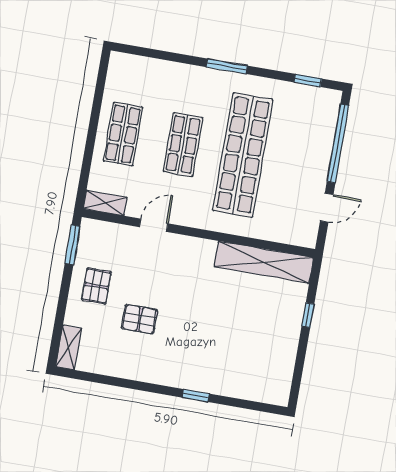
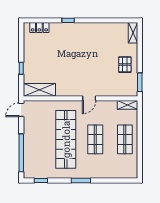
door: (327, 208) -> (21, 110), moved
door: (154, 225) -> (89, 98), moved
shelving: (264, 262) -> (39, 90), width x0.68
pallet: (139, 319) -> (101, 52), removed
locker: (257, 391) -> (39, 28), added

